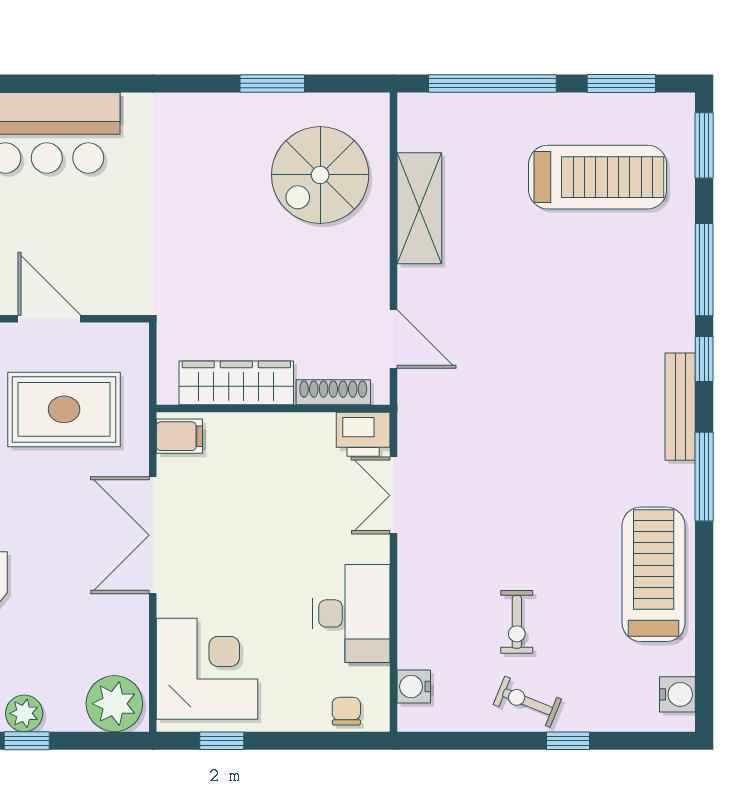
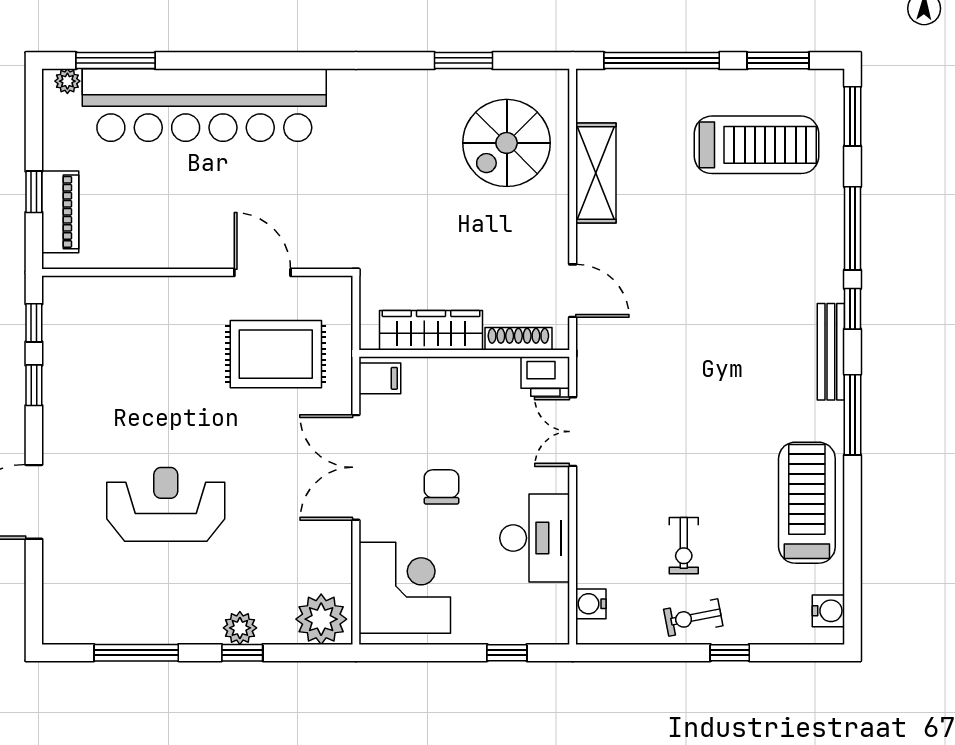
exercise bike: (527, 702) -> (693, 618), turned -33
chair: (346, 711) -> (441, 487), moved, width x1.37, depth x1.37
window: (222, 741) -> (507, 653), moved

